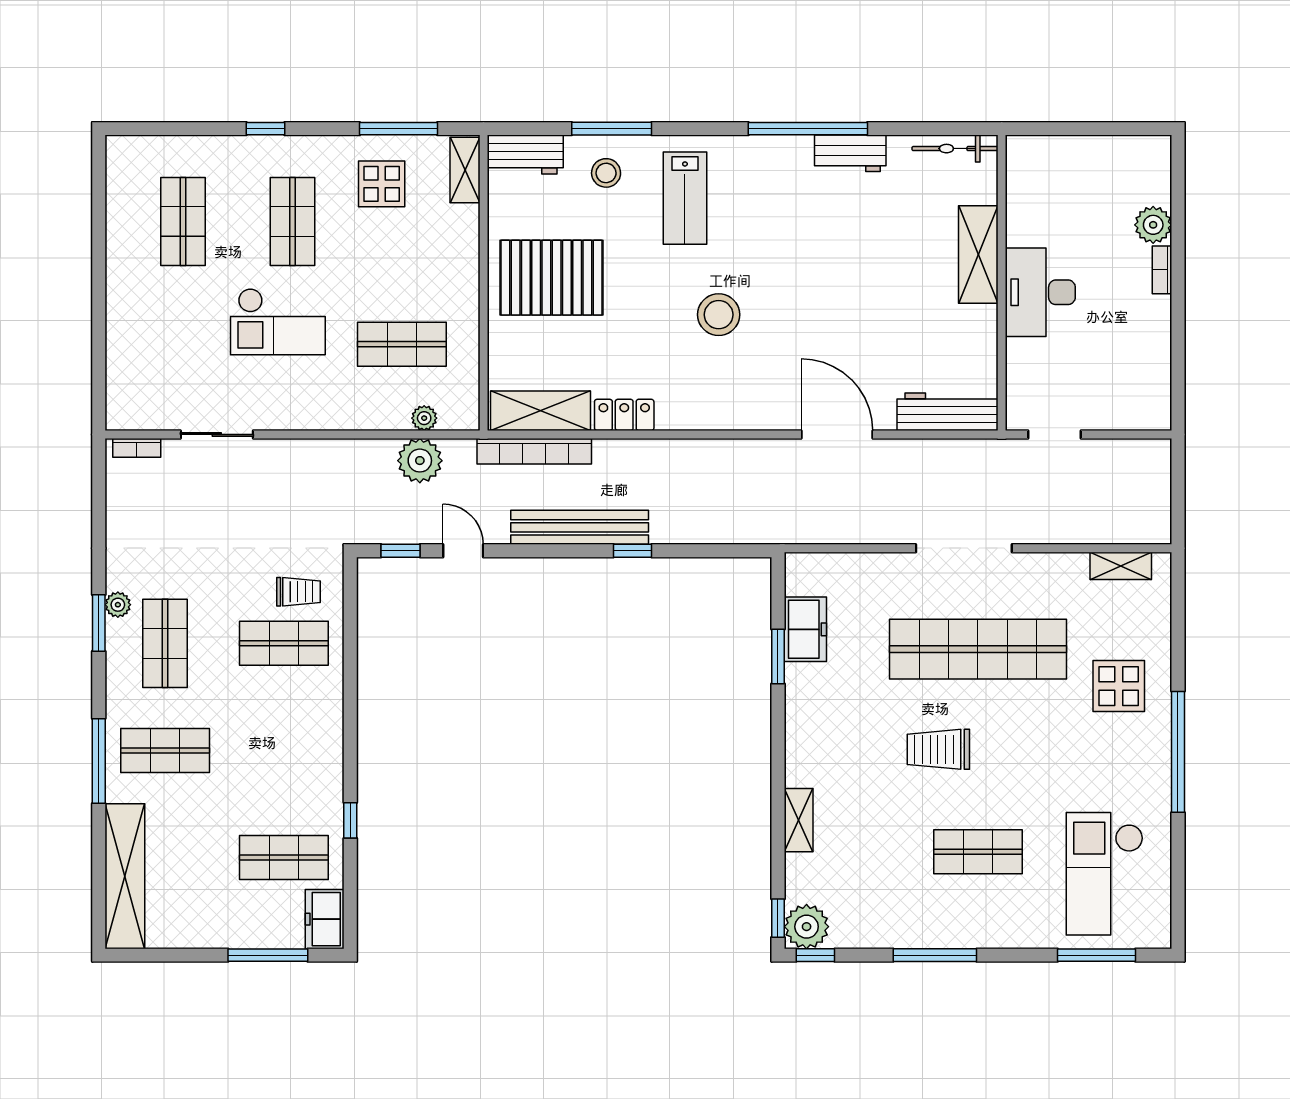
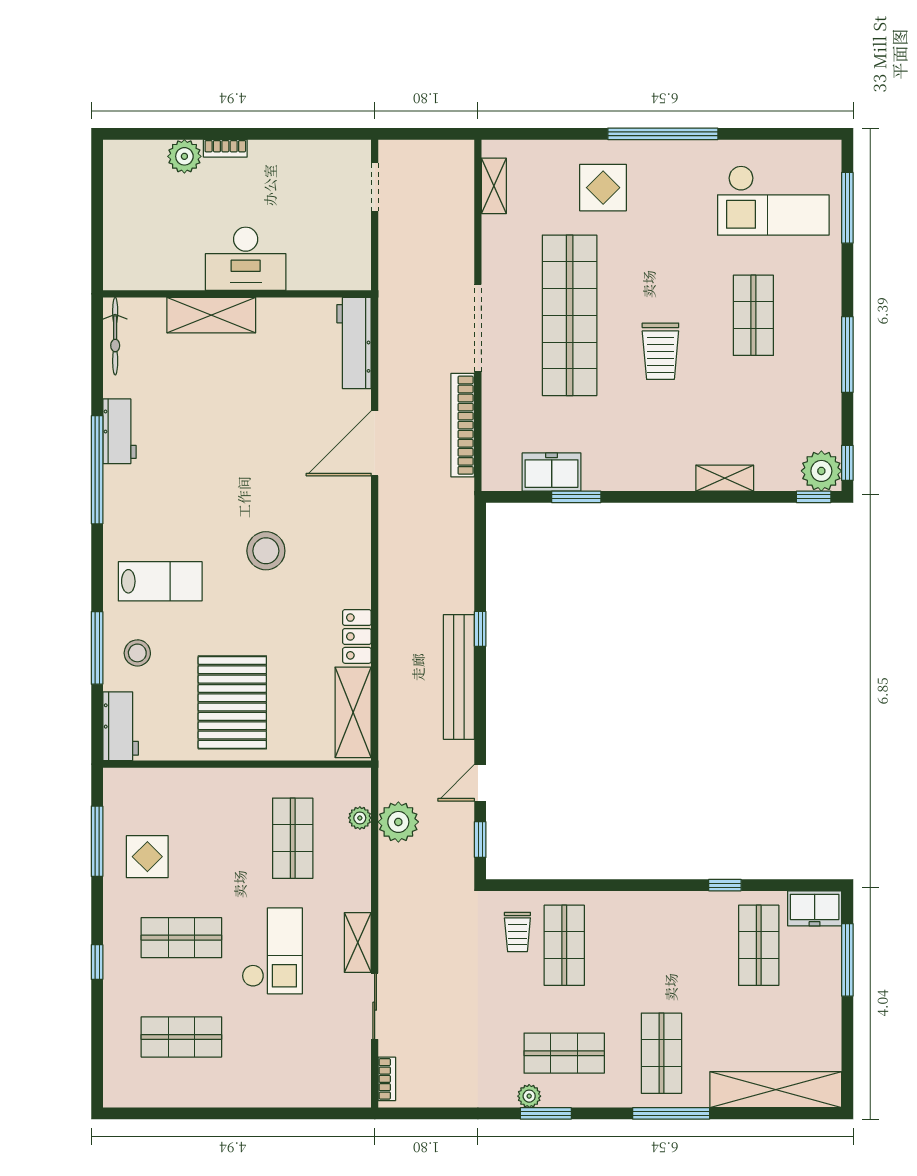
shelving: (465, 170) -> (358, 942), moved, turned 90
doorway: (1055, 434) -> (375, 187), moved
bookcase: (534, 451) -> (463, 425), moved, turned 180
trolley: (299, 592) -> (517, 932), turned 180

